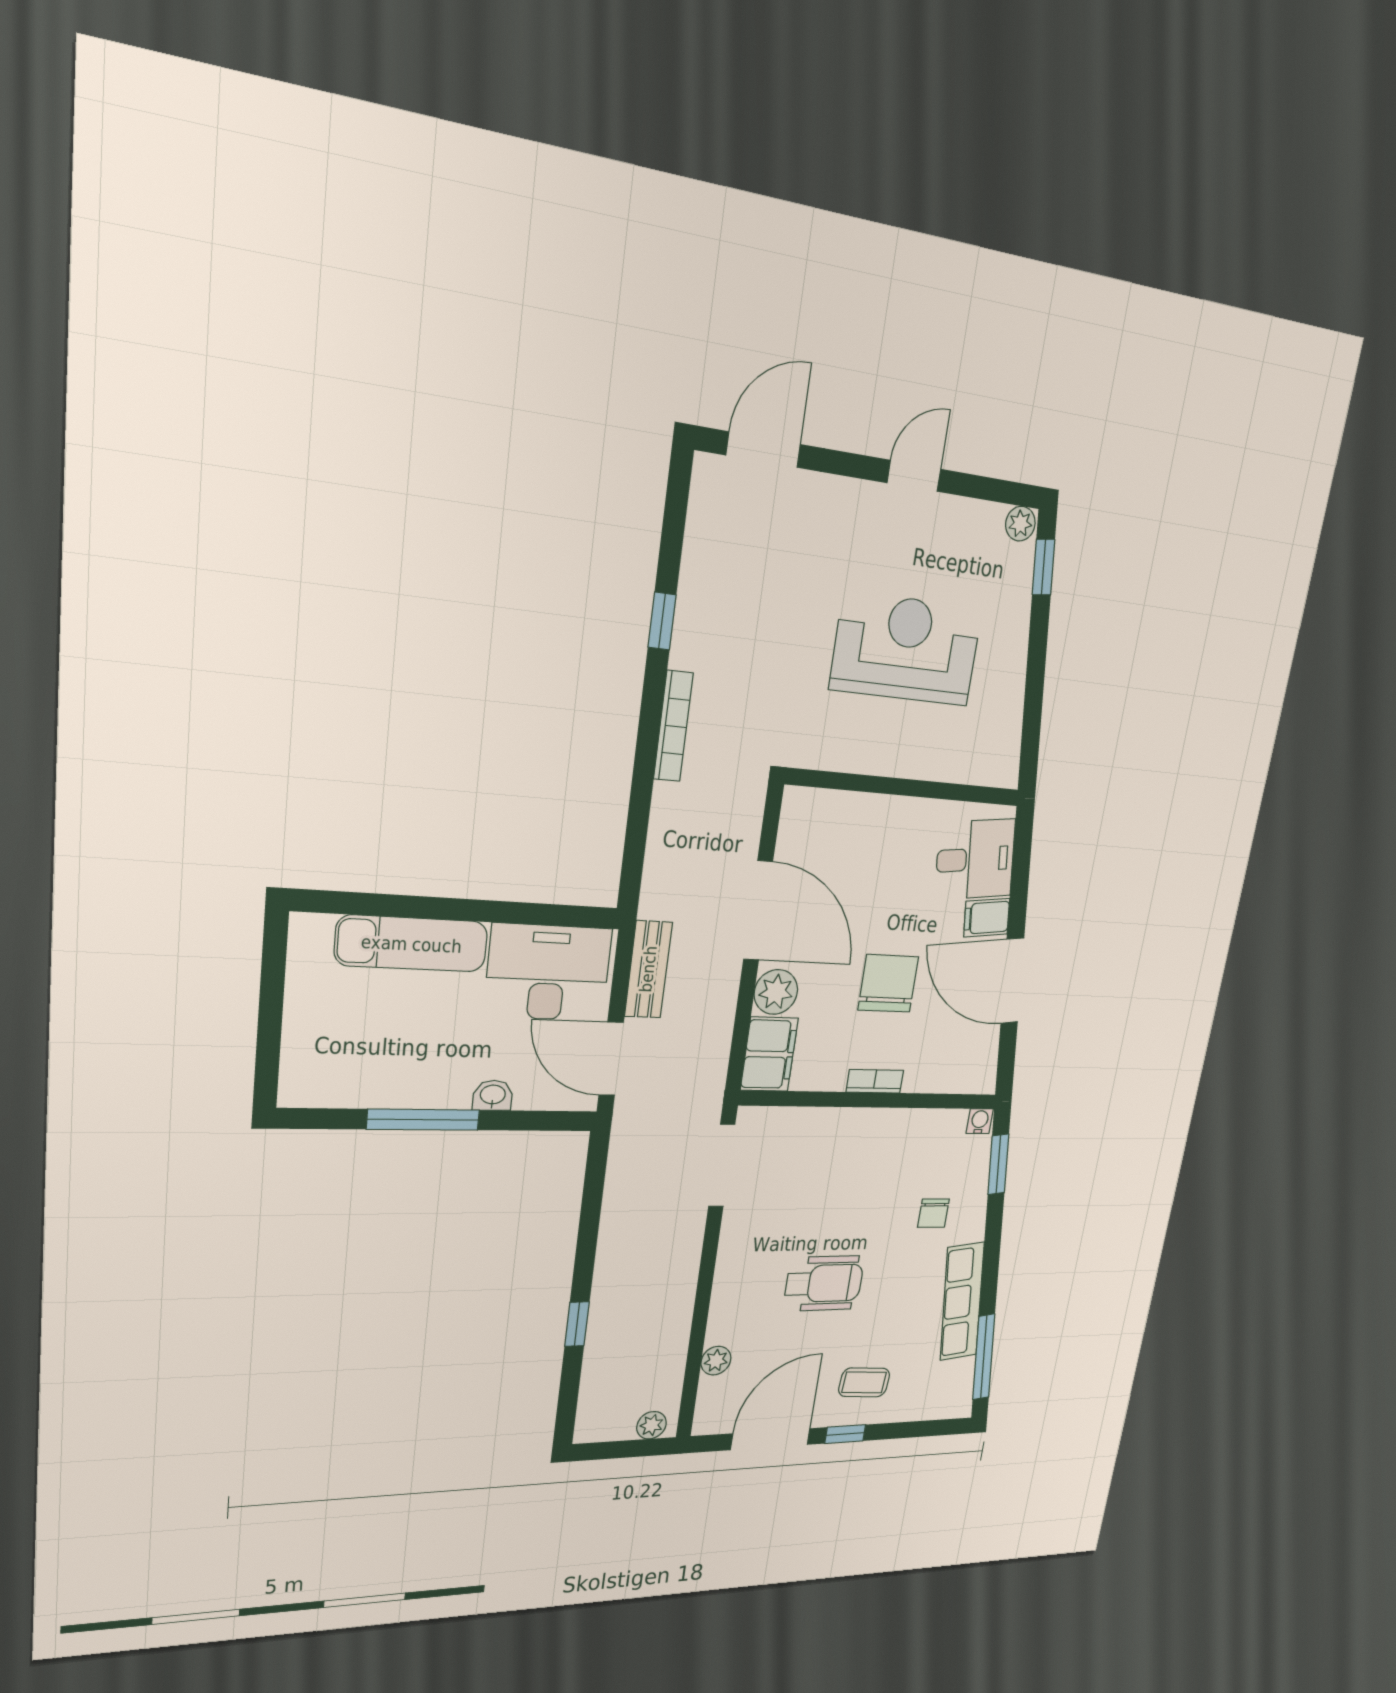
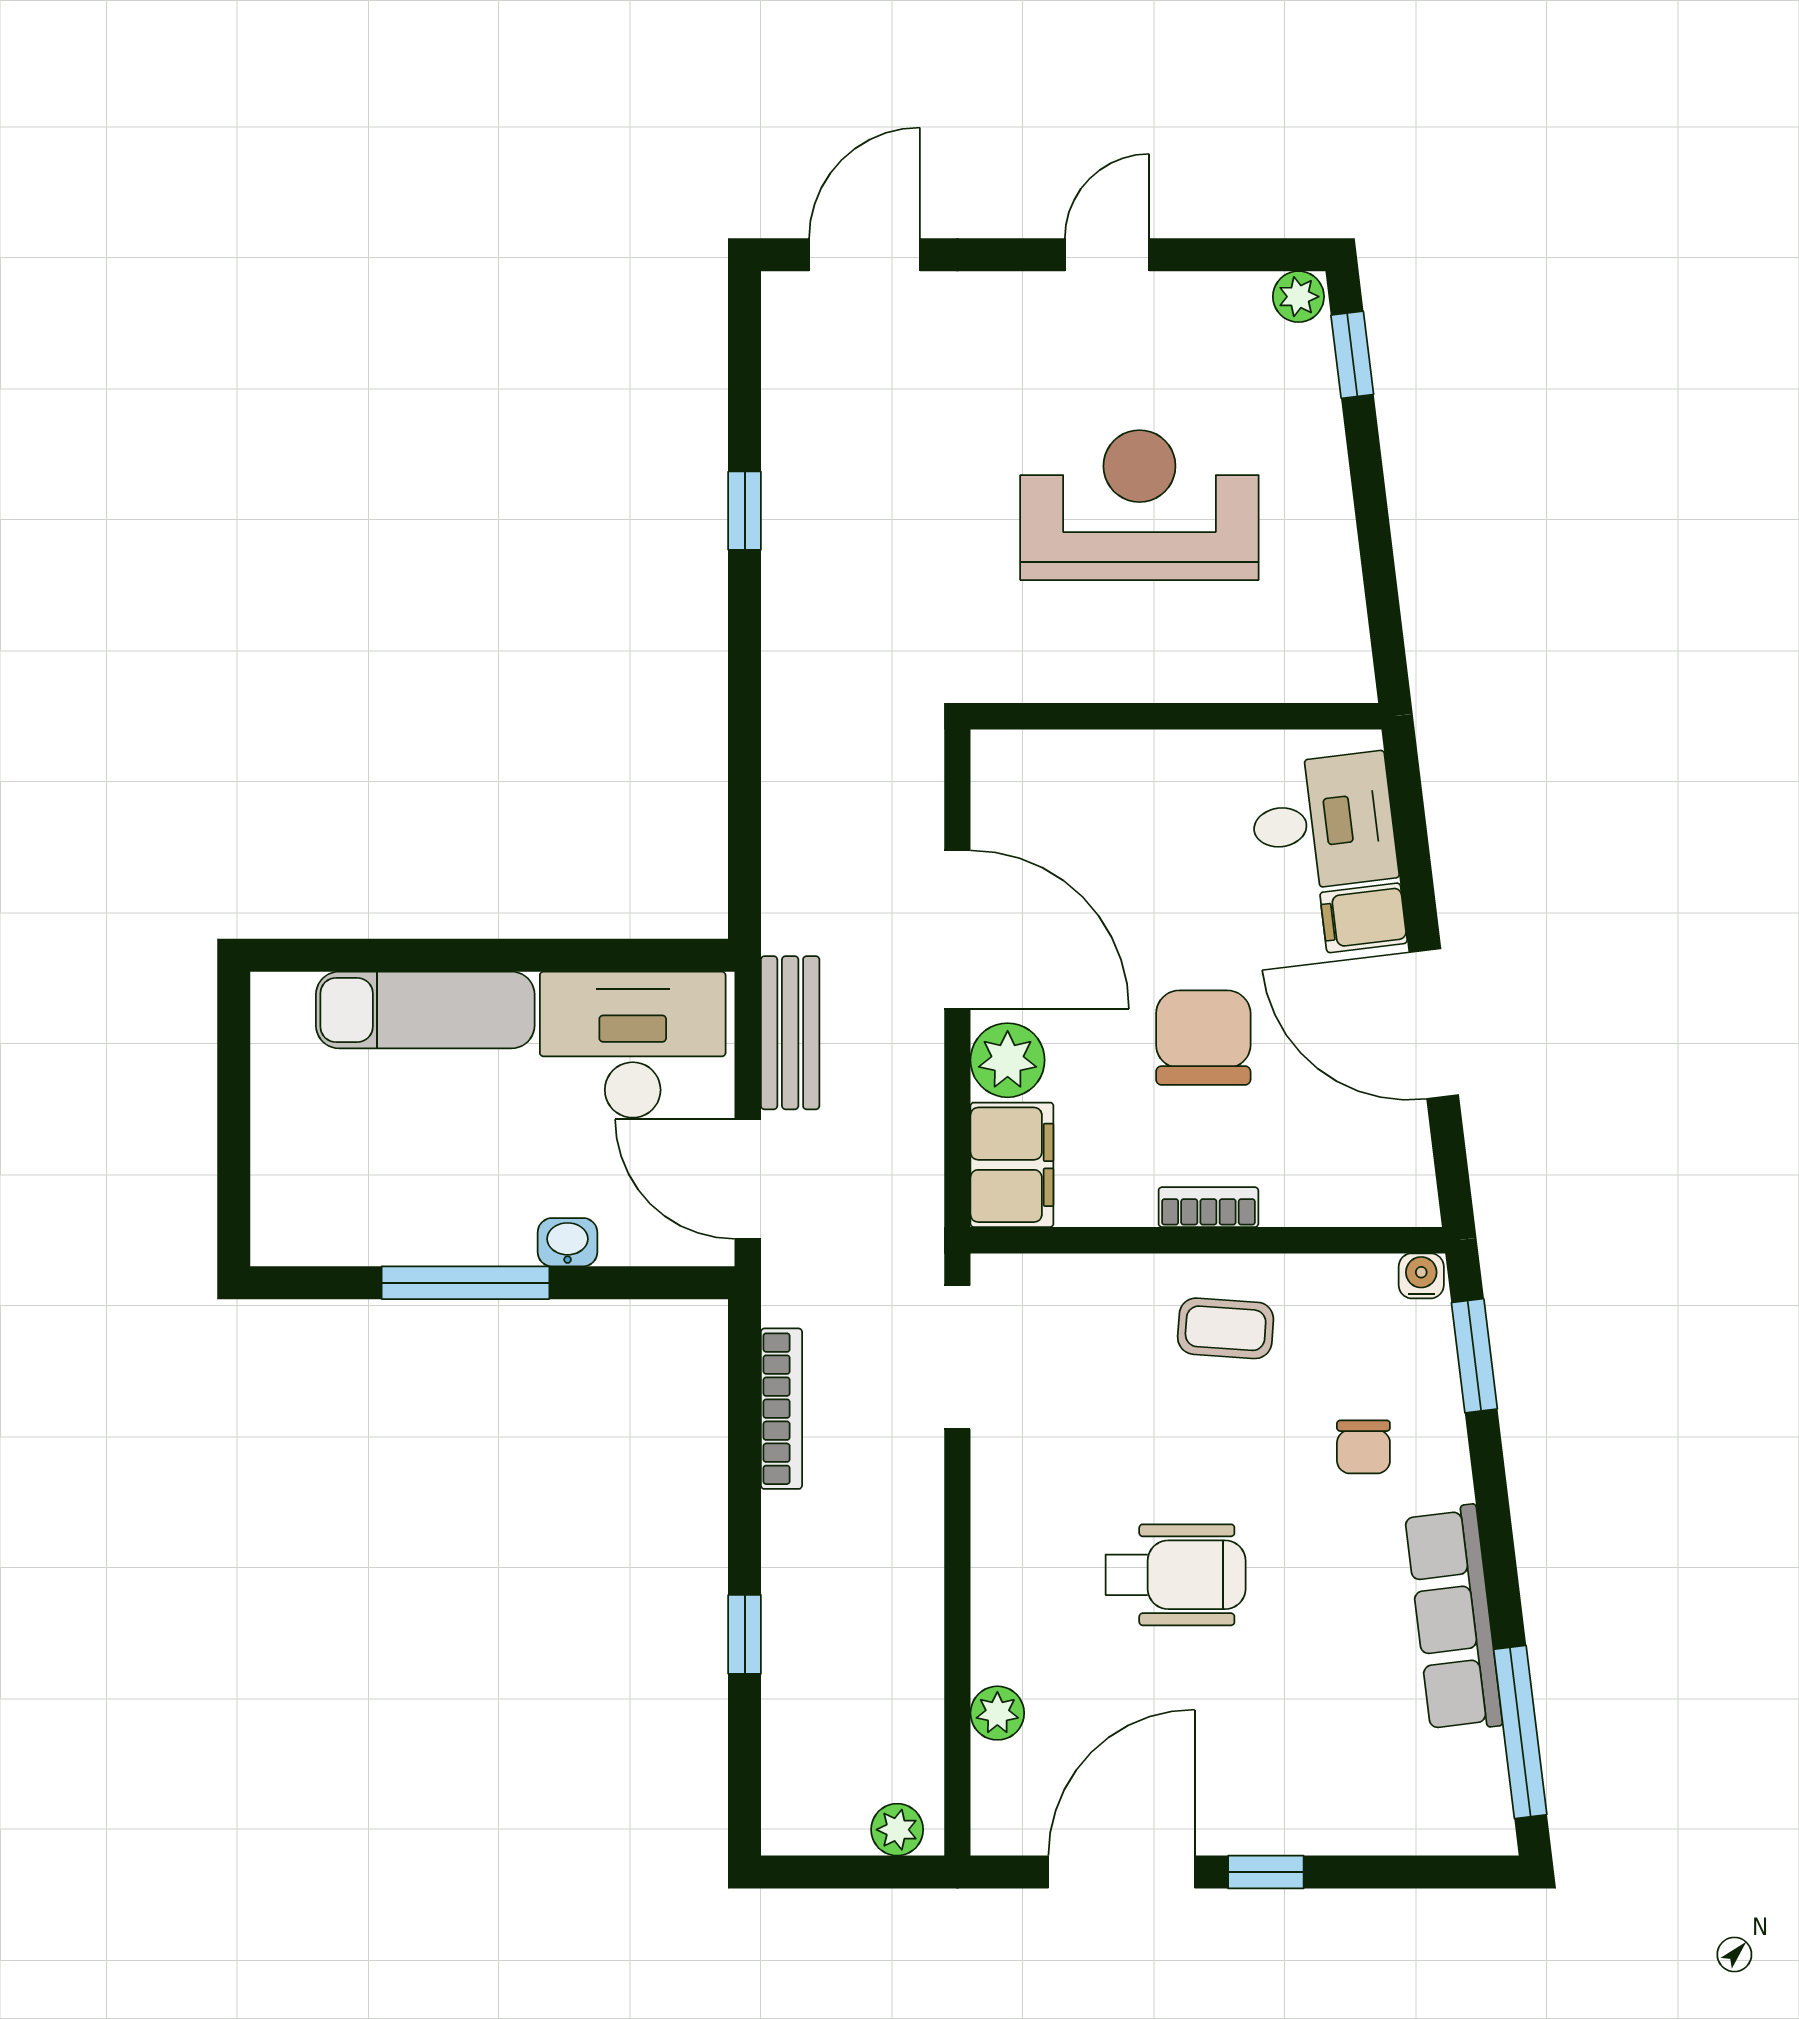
bookcase: (673, 726) -> (781, 1409), moved
coffee table: (864, 1382) -> (1226, 1328), moved

